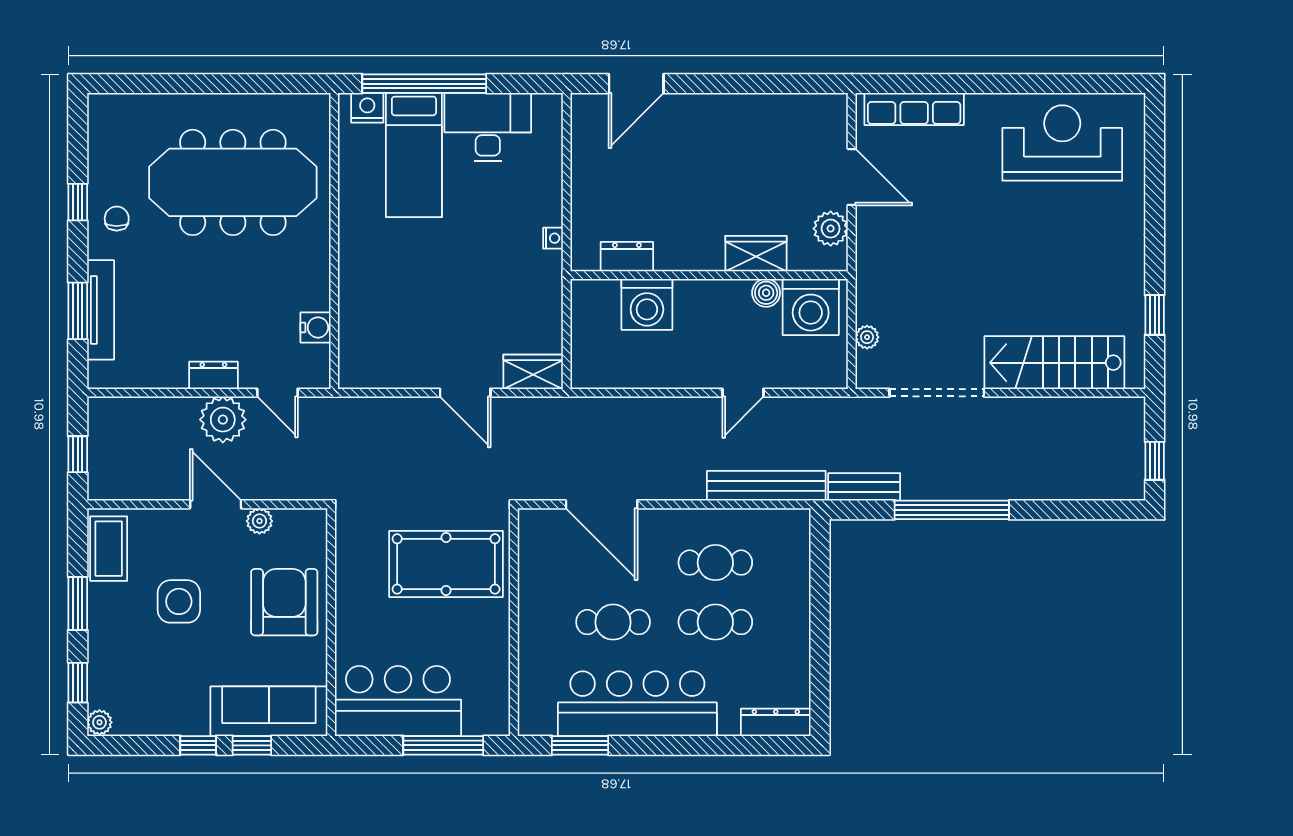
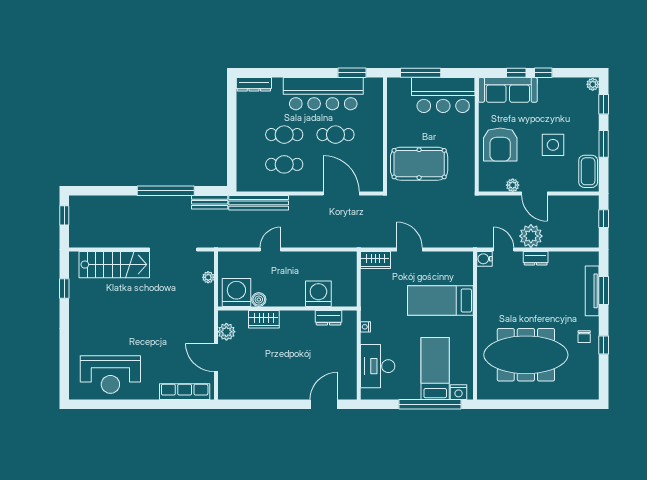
desk: (488, 127) -> (378, 366), moved, turned 90
bed: (404, 291) -> (440, 301), added
water cooler: (316, 327) -> (484, 259), moved

